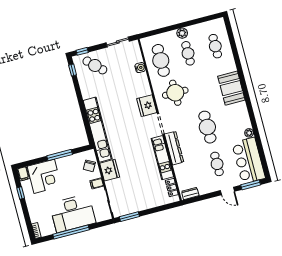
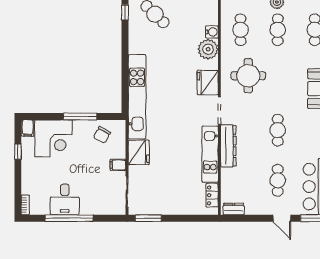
cafe table: (161, 60) -> (241, 30), width x0.73, depth x0.74
plant: (141, 81) -> (208, 49), added
cafe table: (207, 127) -> (278, 130), width x0.73, depth x0.74
chair: (89, 166) -> (102, 135), moved
desk: (73, 213) -> (65, 199), width x0.53, depth x0.77

